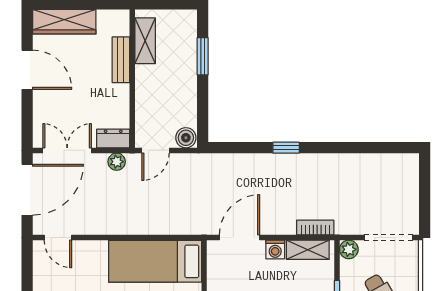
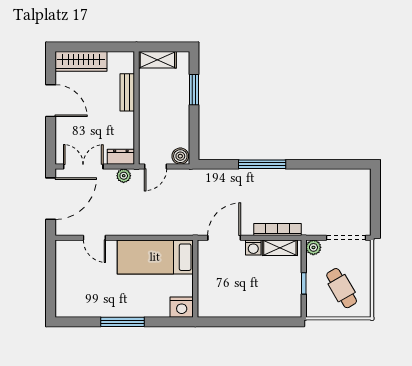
shelving: (145, 41) -> (157, 60), moved, turned 90
window: (286, 148) -> (262, 164), width x2.17
bookcase: (315, 227) -> (277, 229), width x1.56
door: (58, 238) -> (94, 238), moved

